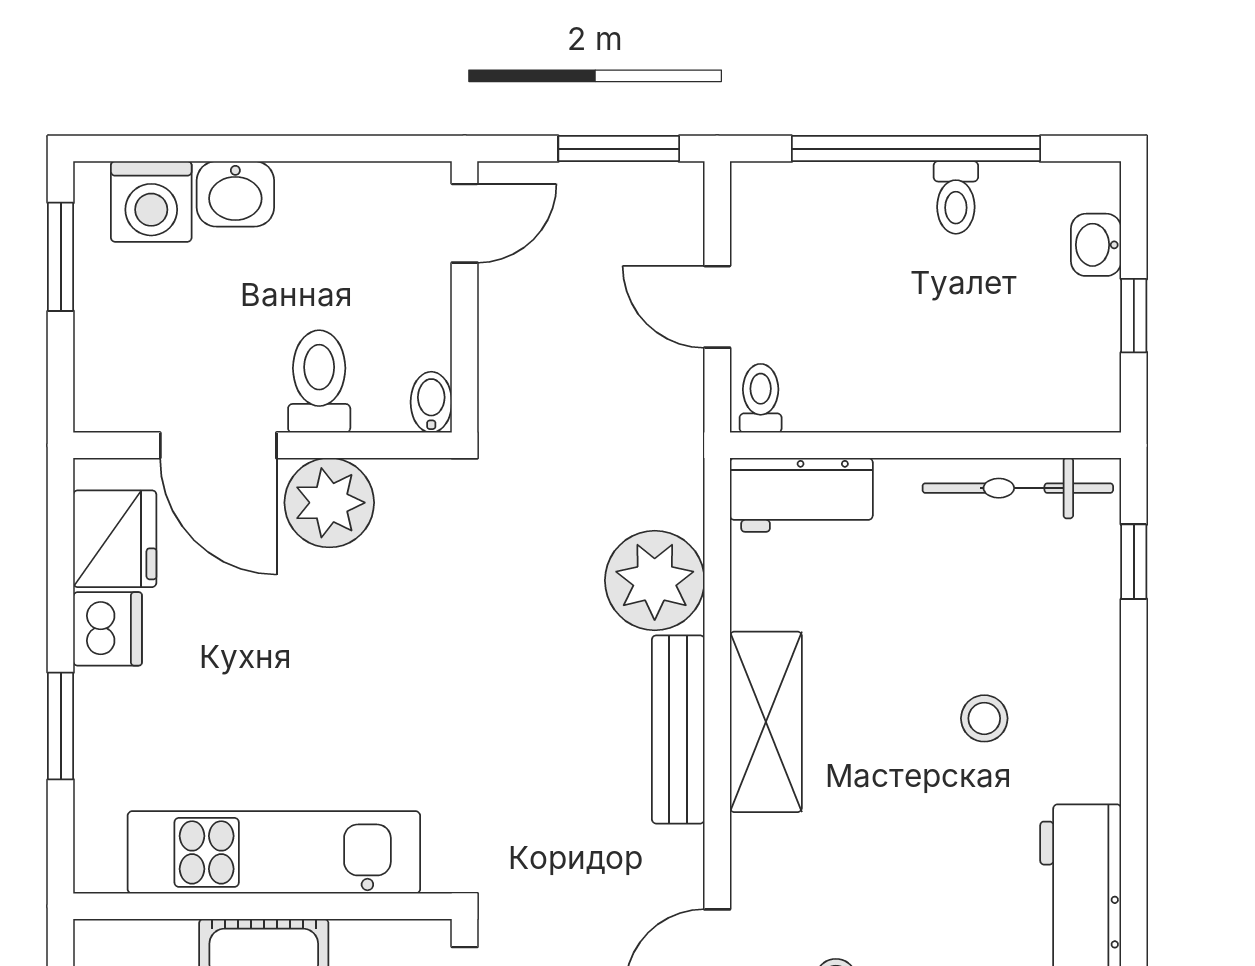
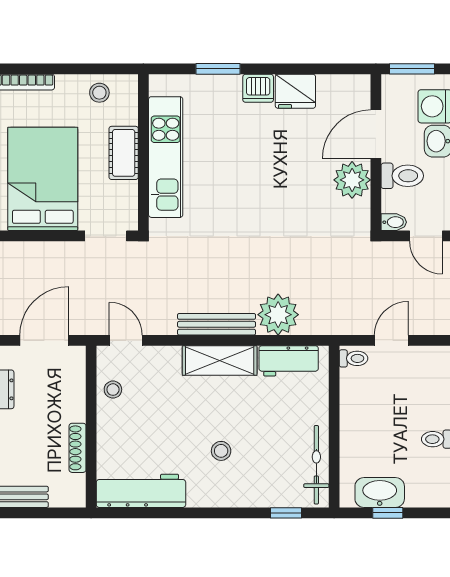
washbasin: (1096, 245) -> (380, 492), moved, width x1.91, depth x1.45
toilet: (319, 381) -> (402, 176), moved
bidet: (431, 402) -> (394, 222), moved
door: (218, 445) -> (376, 134), moved
wall: (263, 445) -> (376, 152), moved
workbench: (801, 495) -> (289, 361), moved, turned -90
plant: (329, 503) -> (352, 180), moved

